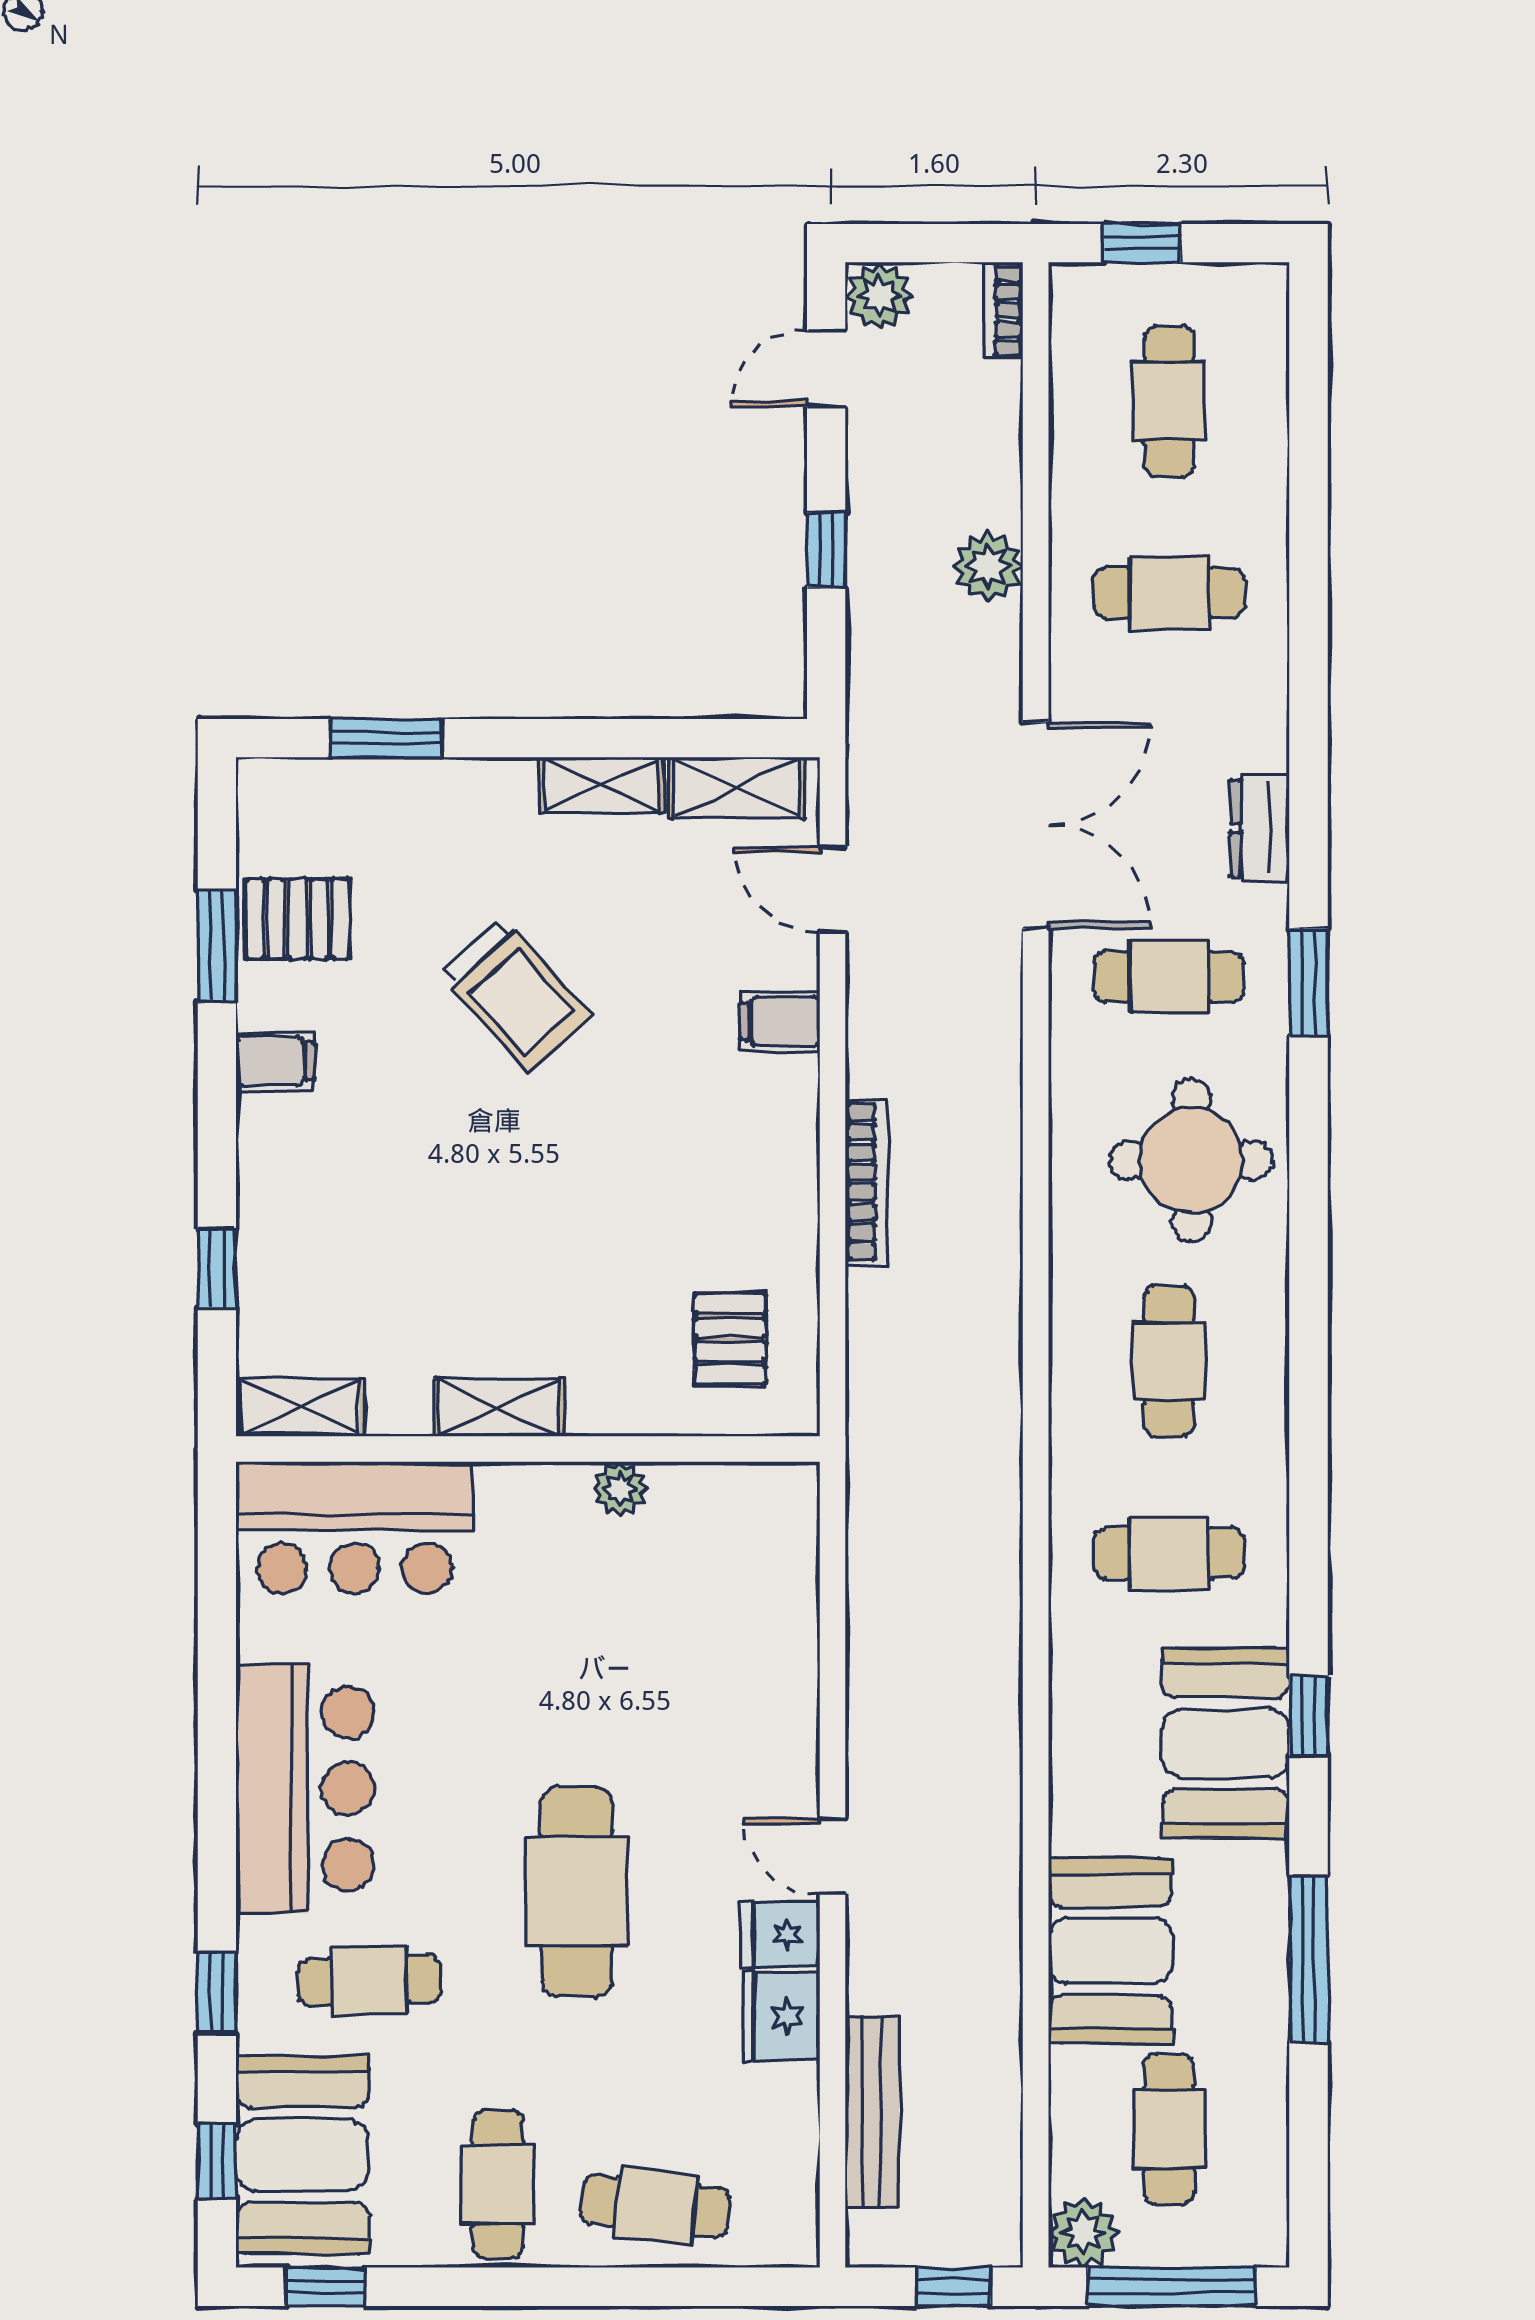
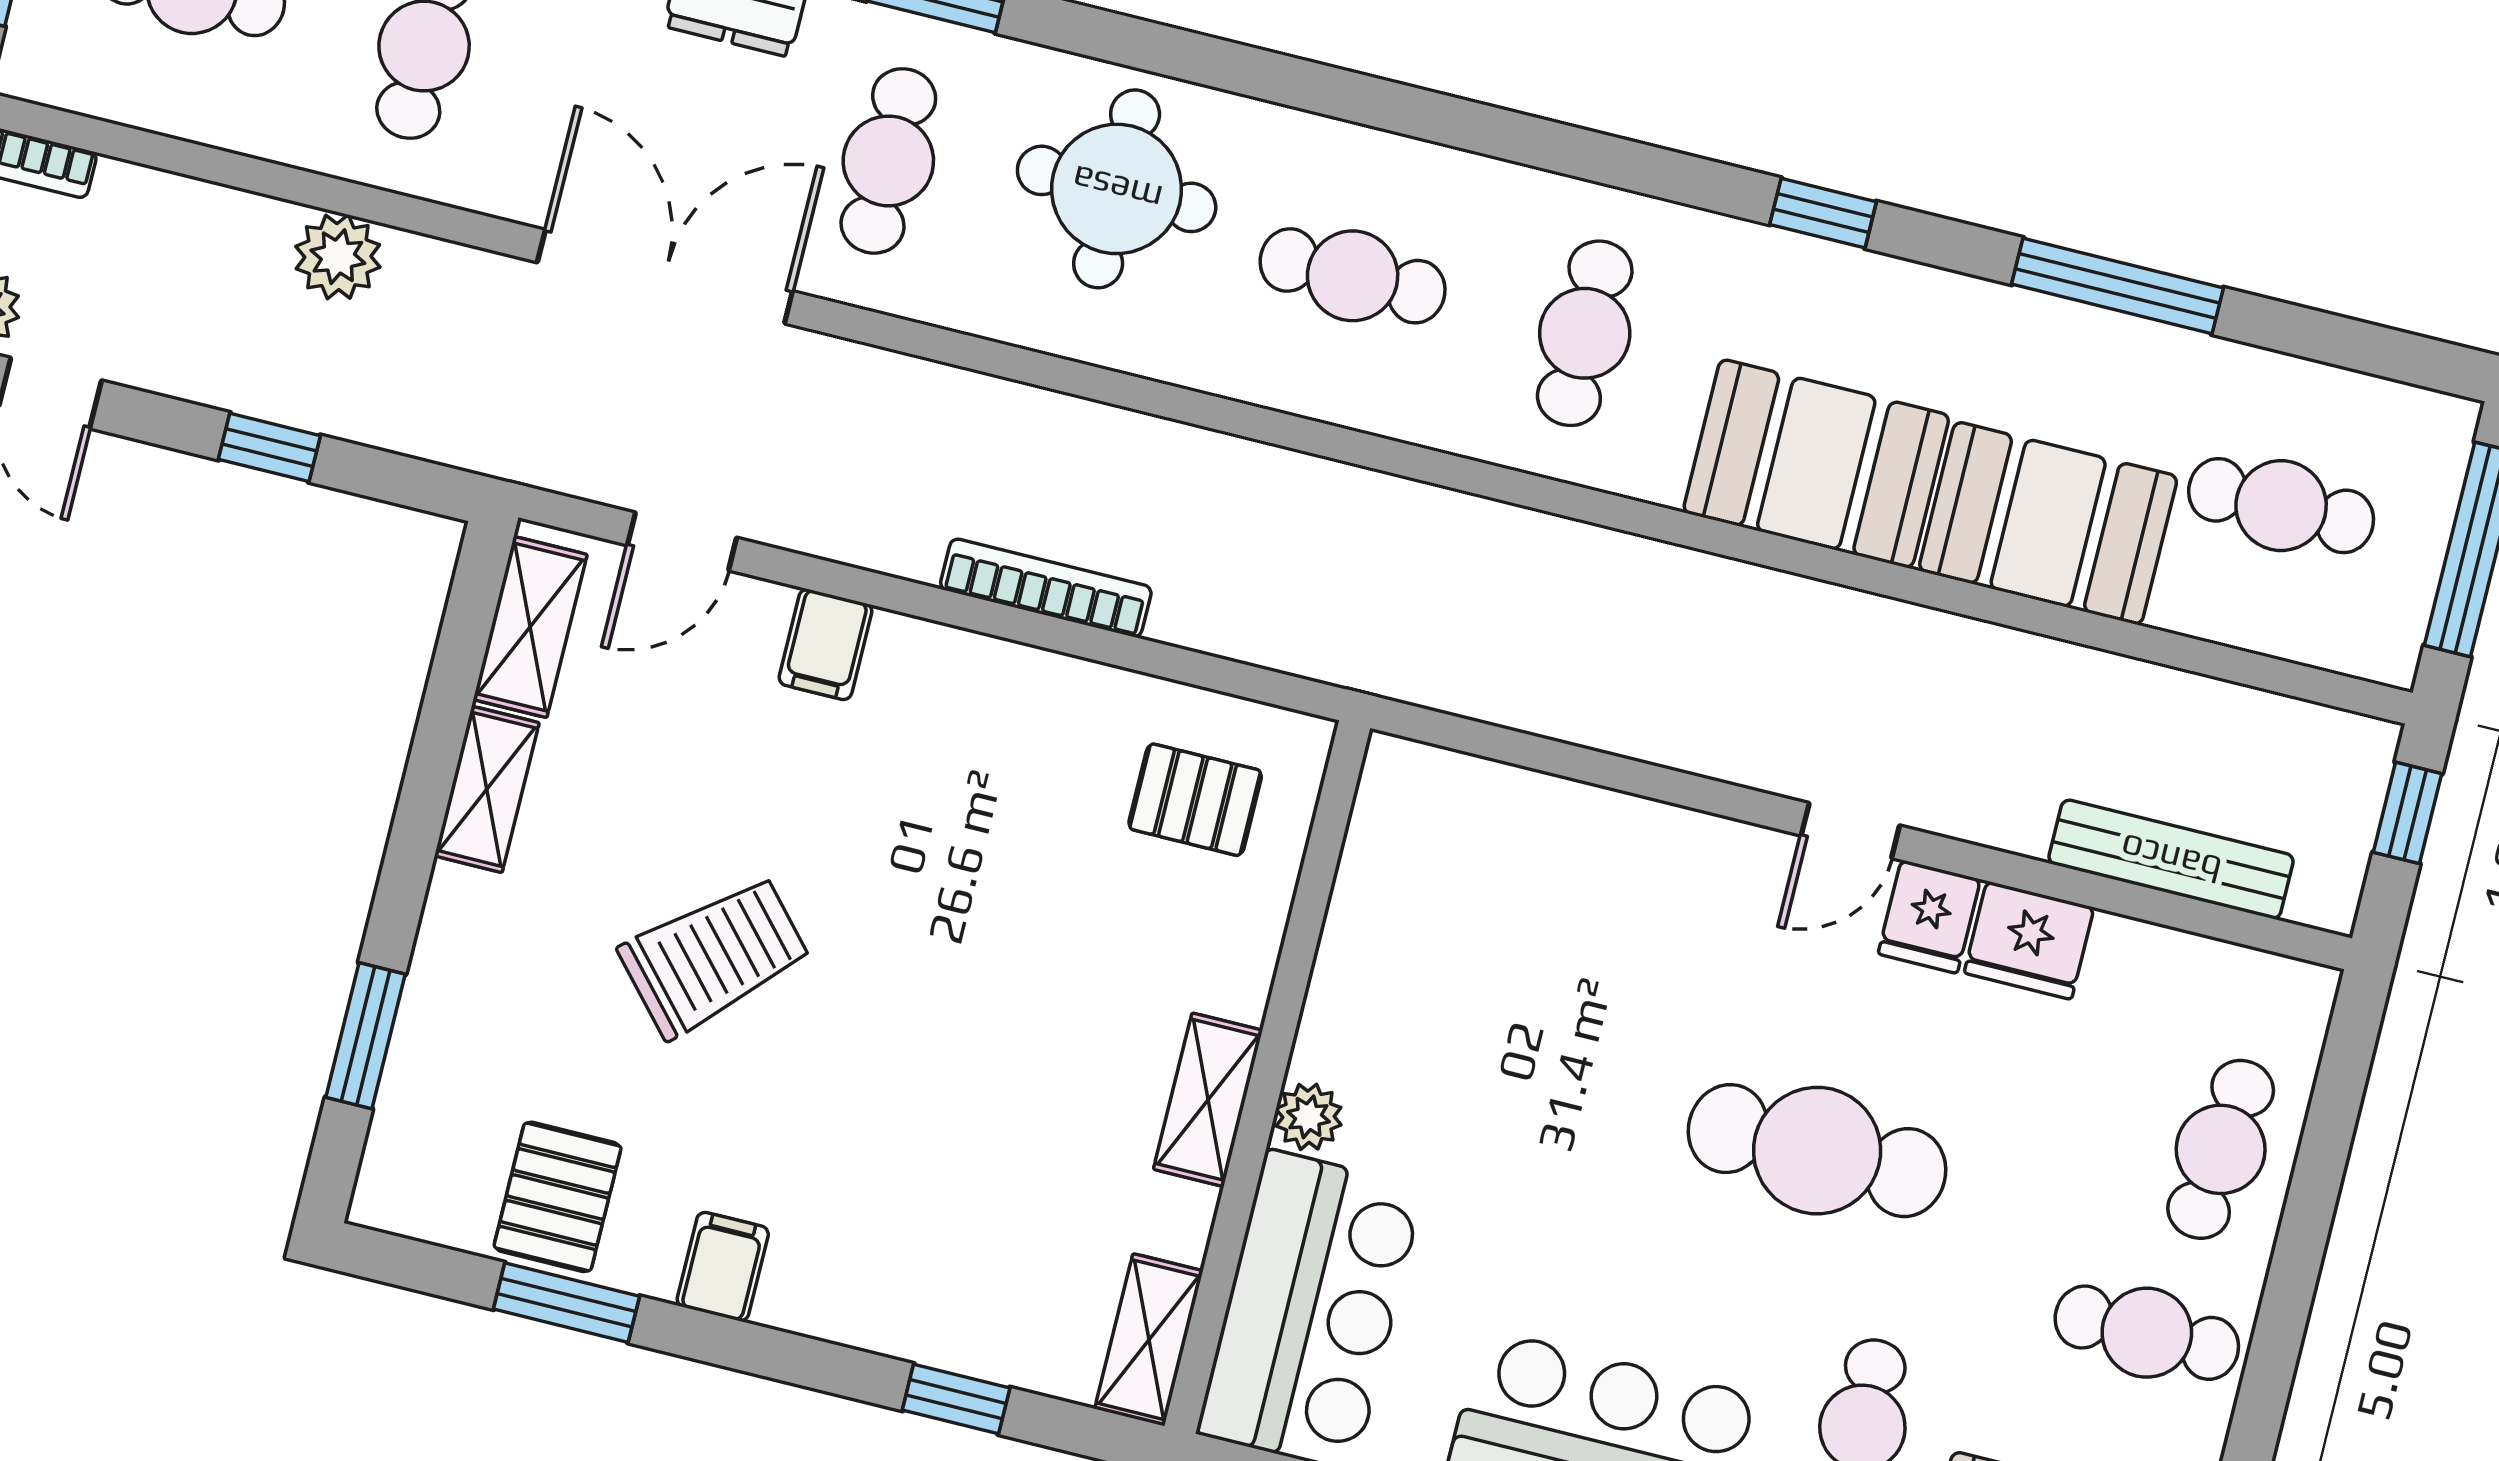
plant: (620, 1489) -> (1308, 1117), moved
booth: (1226, 1743) -> (1816, 464), moved
plant: (1083, 2233) -> (2381, 640), removed

